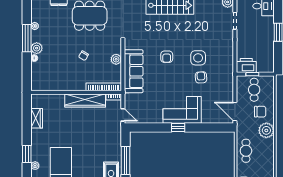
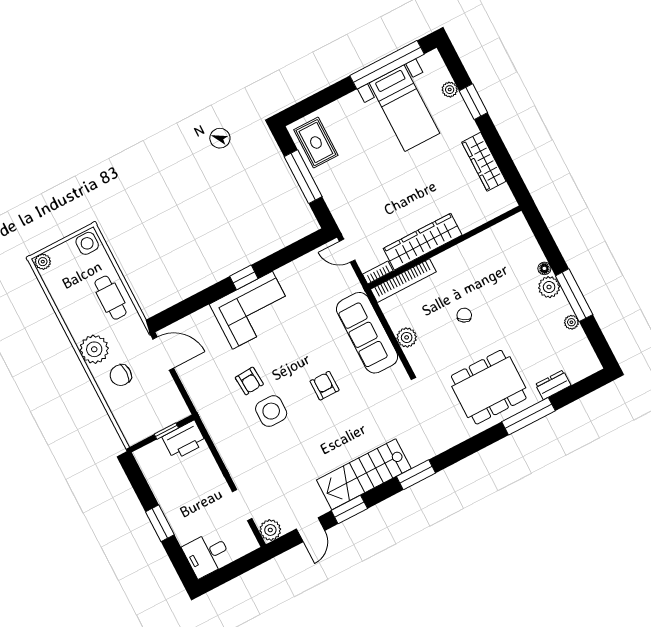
cafe table: (254, 90) -> (150, 407), removed
wardrobe: (37, 118) -> (484, 162), width x1.50

